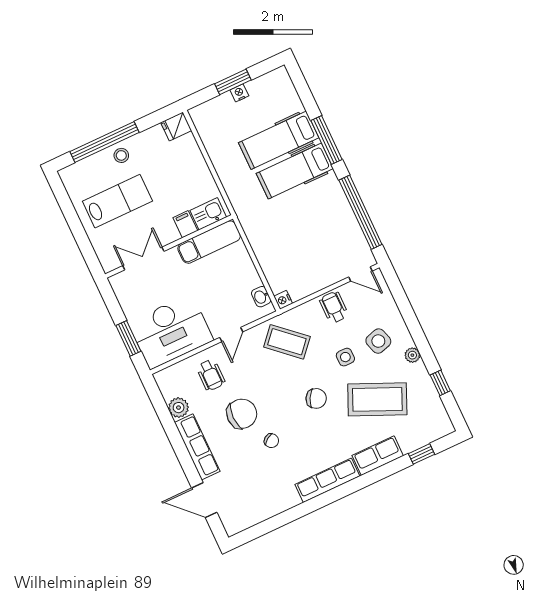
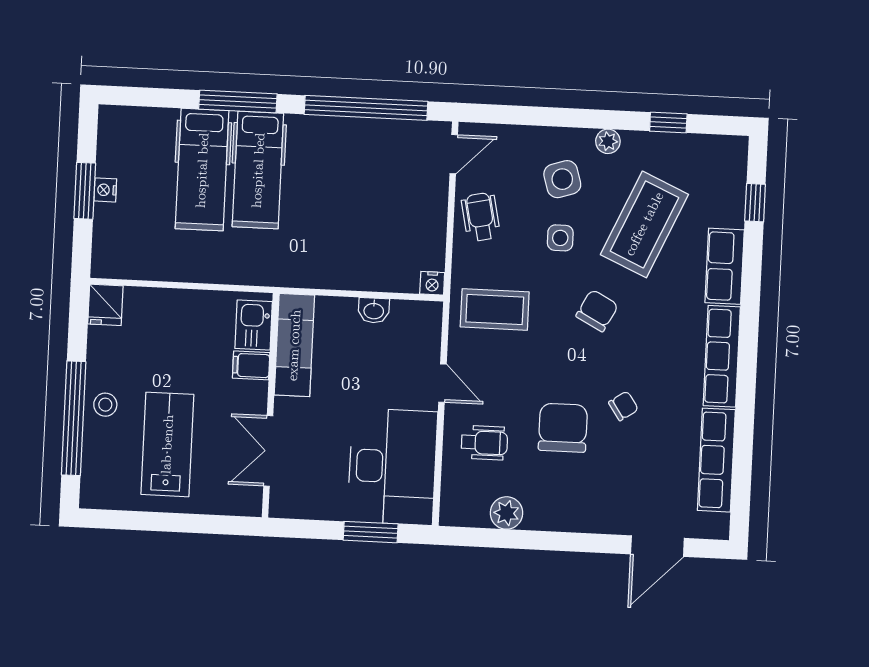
washbasin: (261, 297) -> (374, 310), moved
wheelchair: (334, 307) -> (481, 217), turned 78
coffee table: (287, 342) -> (495, 309), turned 48
row of seats: (197, 447) -> (716, 460), moved, turned -90

